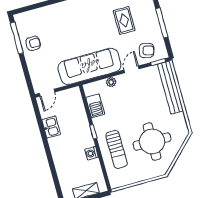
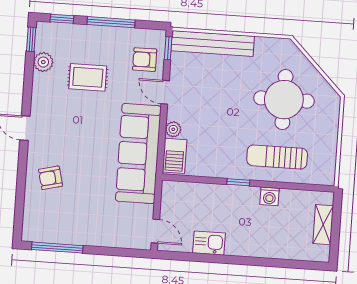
armchair: (33, 43) -> (50, 178), moved, turned -104
armchair: (147, 50) -> (145, 60), turned -103
barbecue: (95, 106) -> (175, 156), moved, turned 90
sun lounger: (116, 149) -> (277, 157), turned 180

